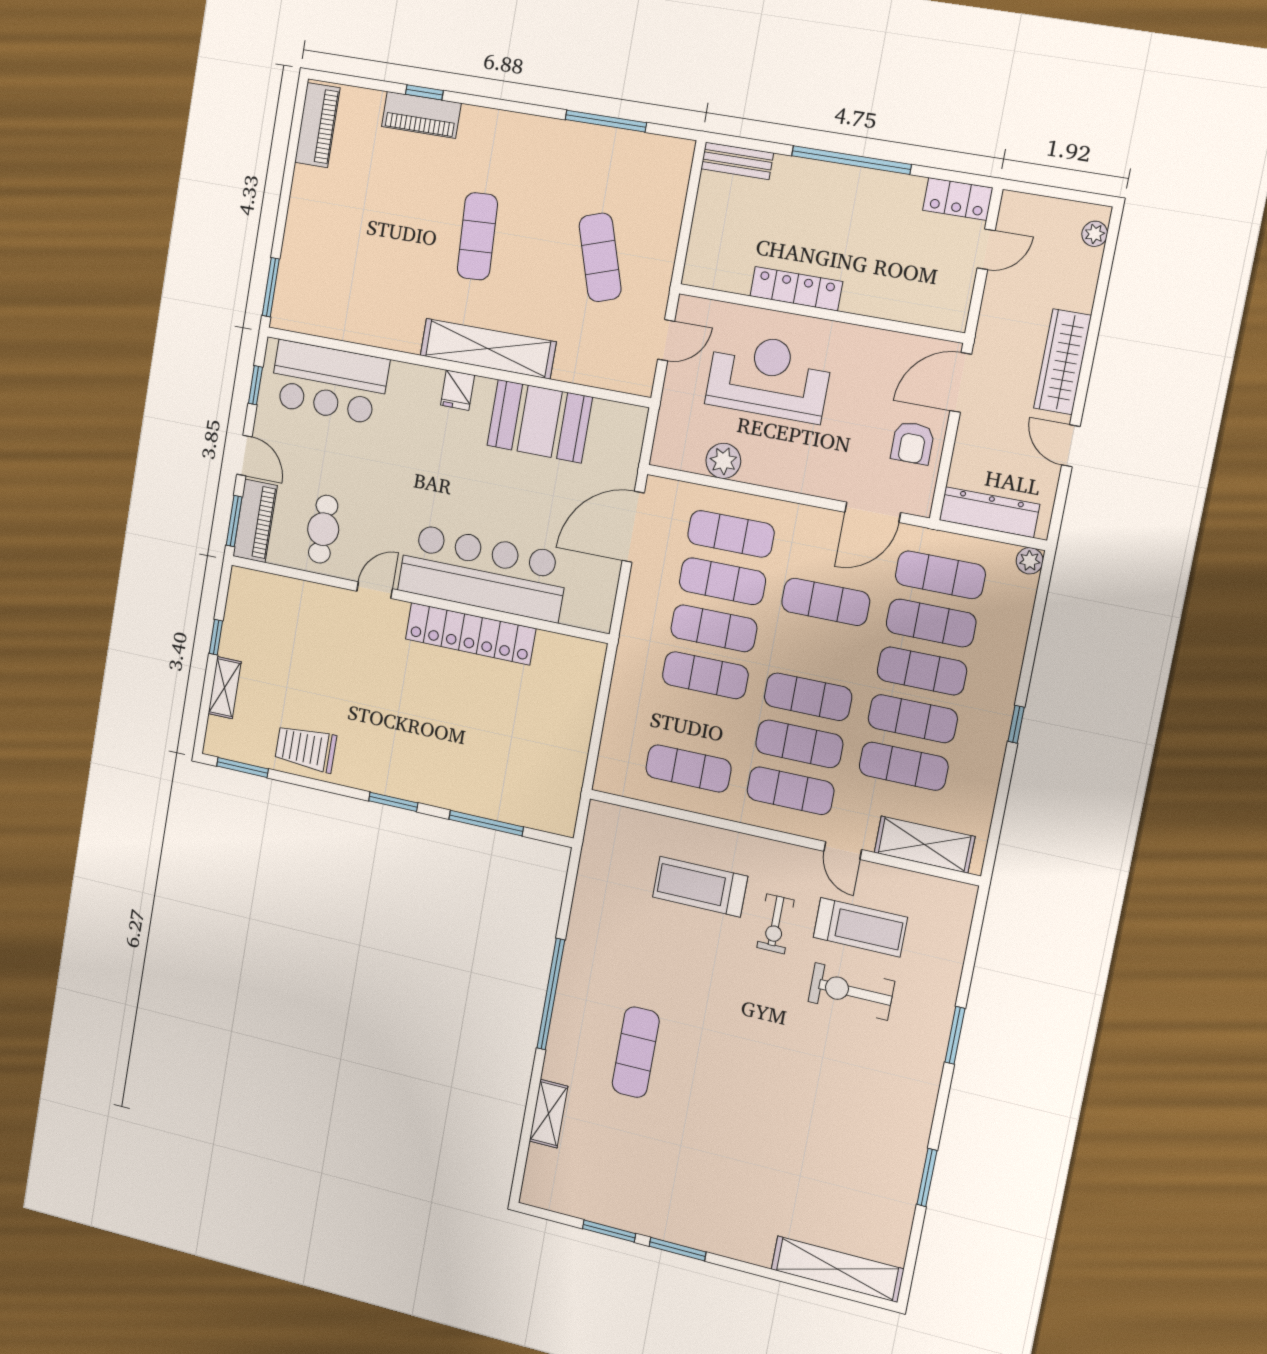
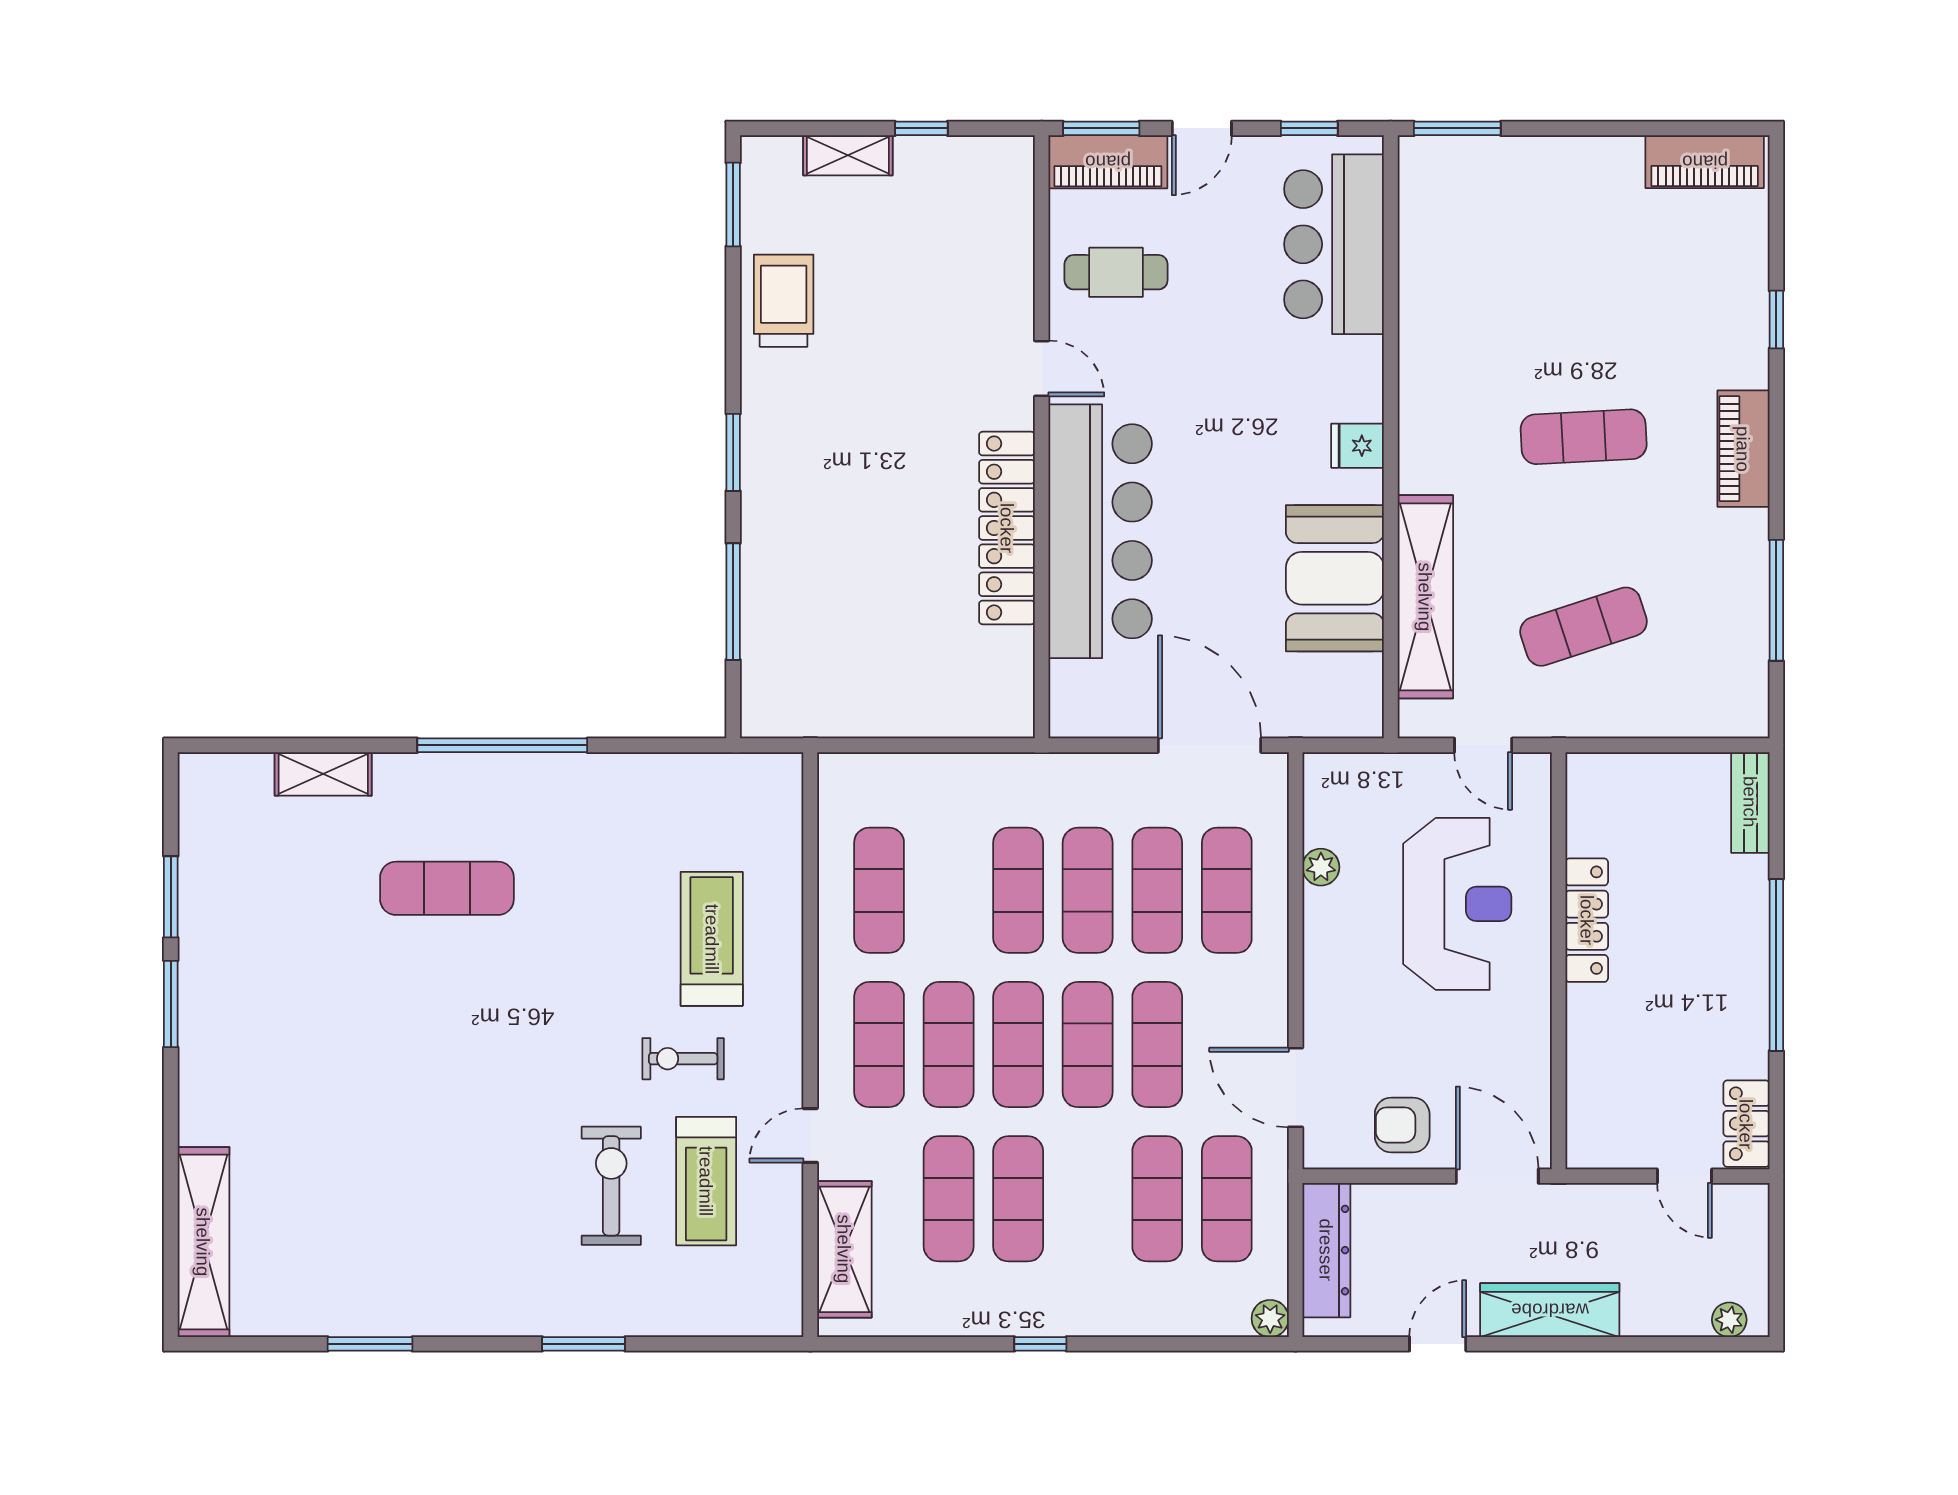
piano: (421, 115) -> (1743, 449), moved
shelving: (488, 349) -> (1425, 597), moved
plant: (723, 461) -> (1321, 867), width x0.73, depth x0.73
exercise mat: (922, 671) -> (1088, 1045), moved

